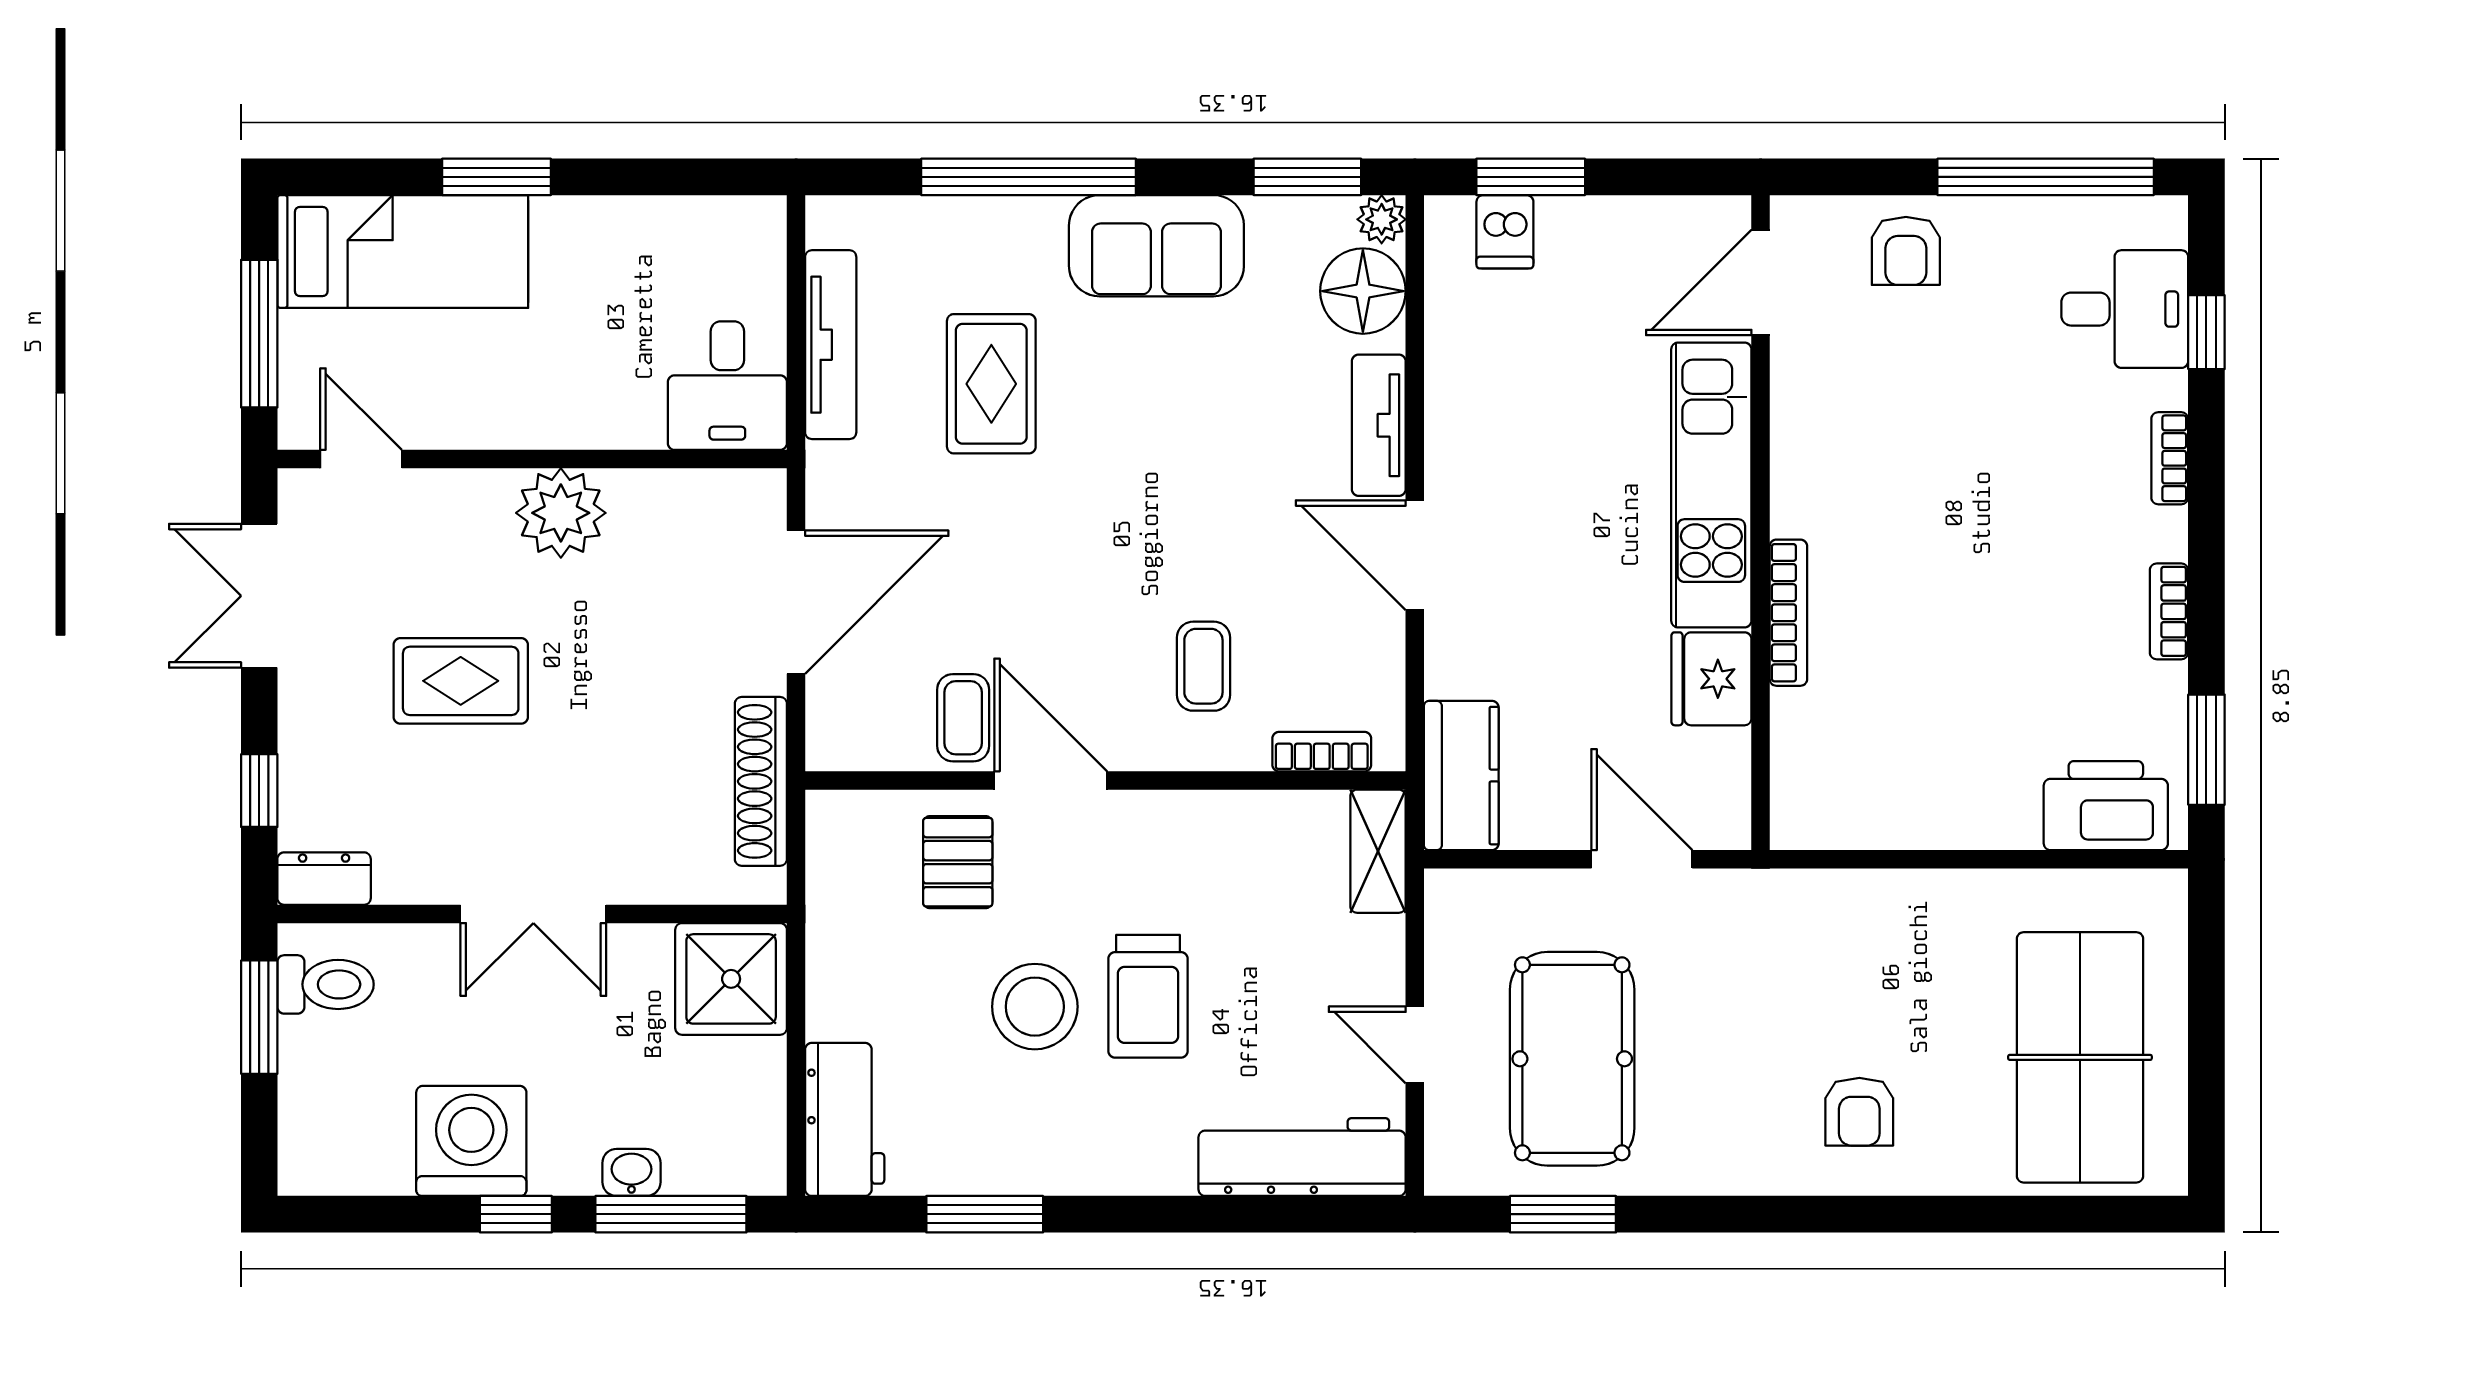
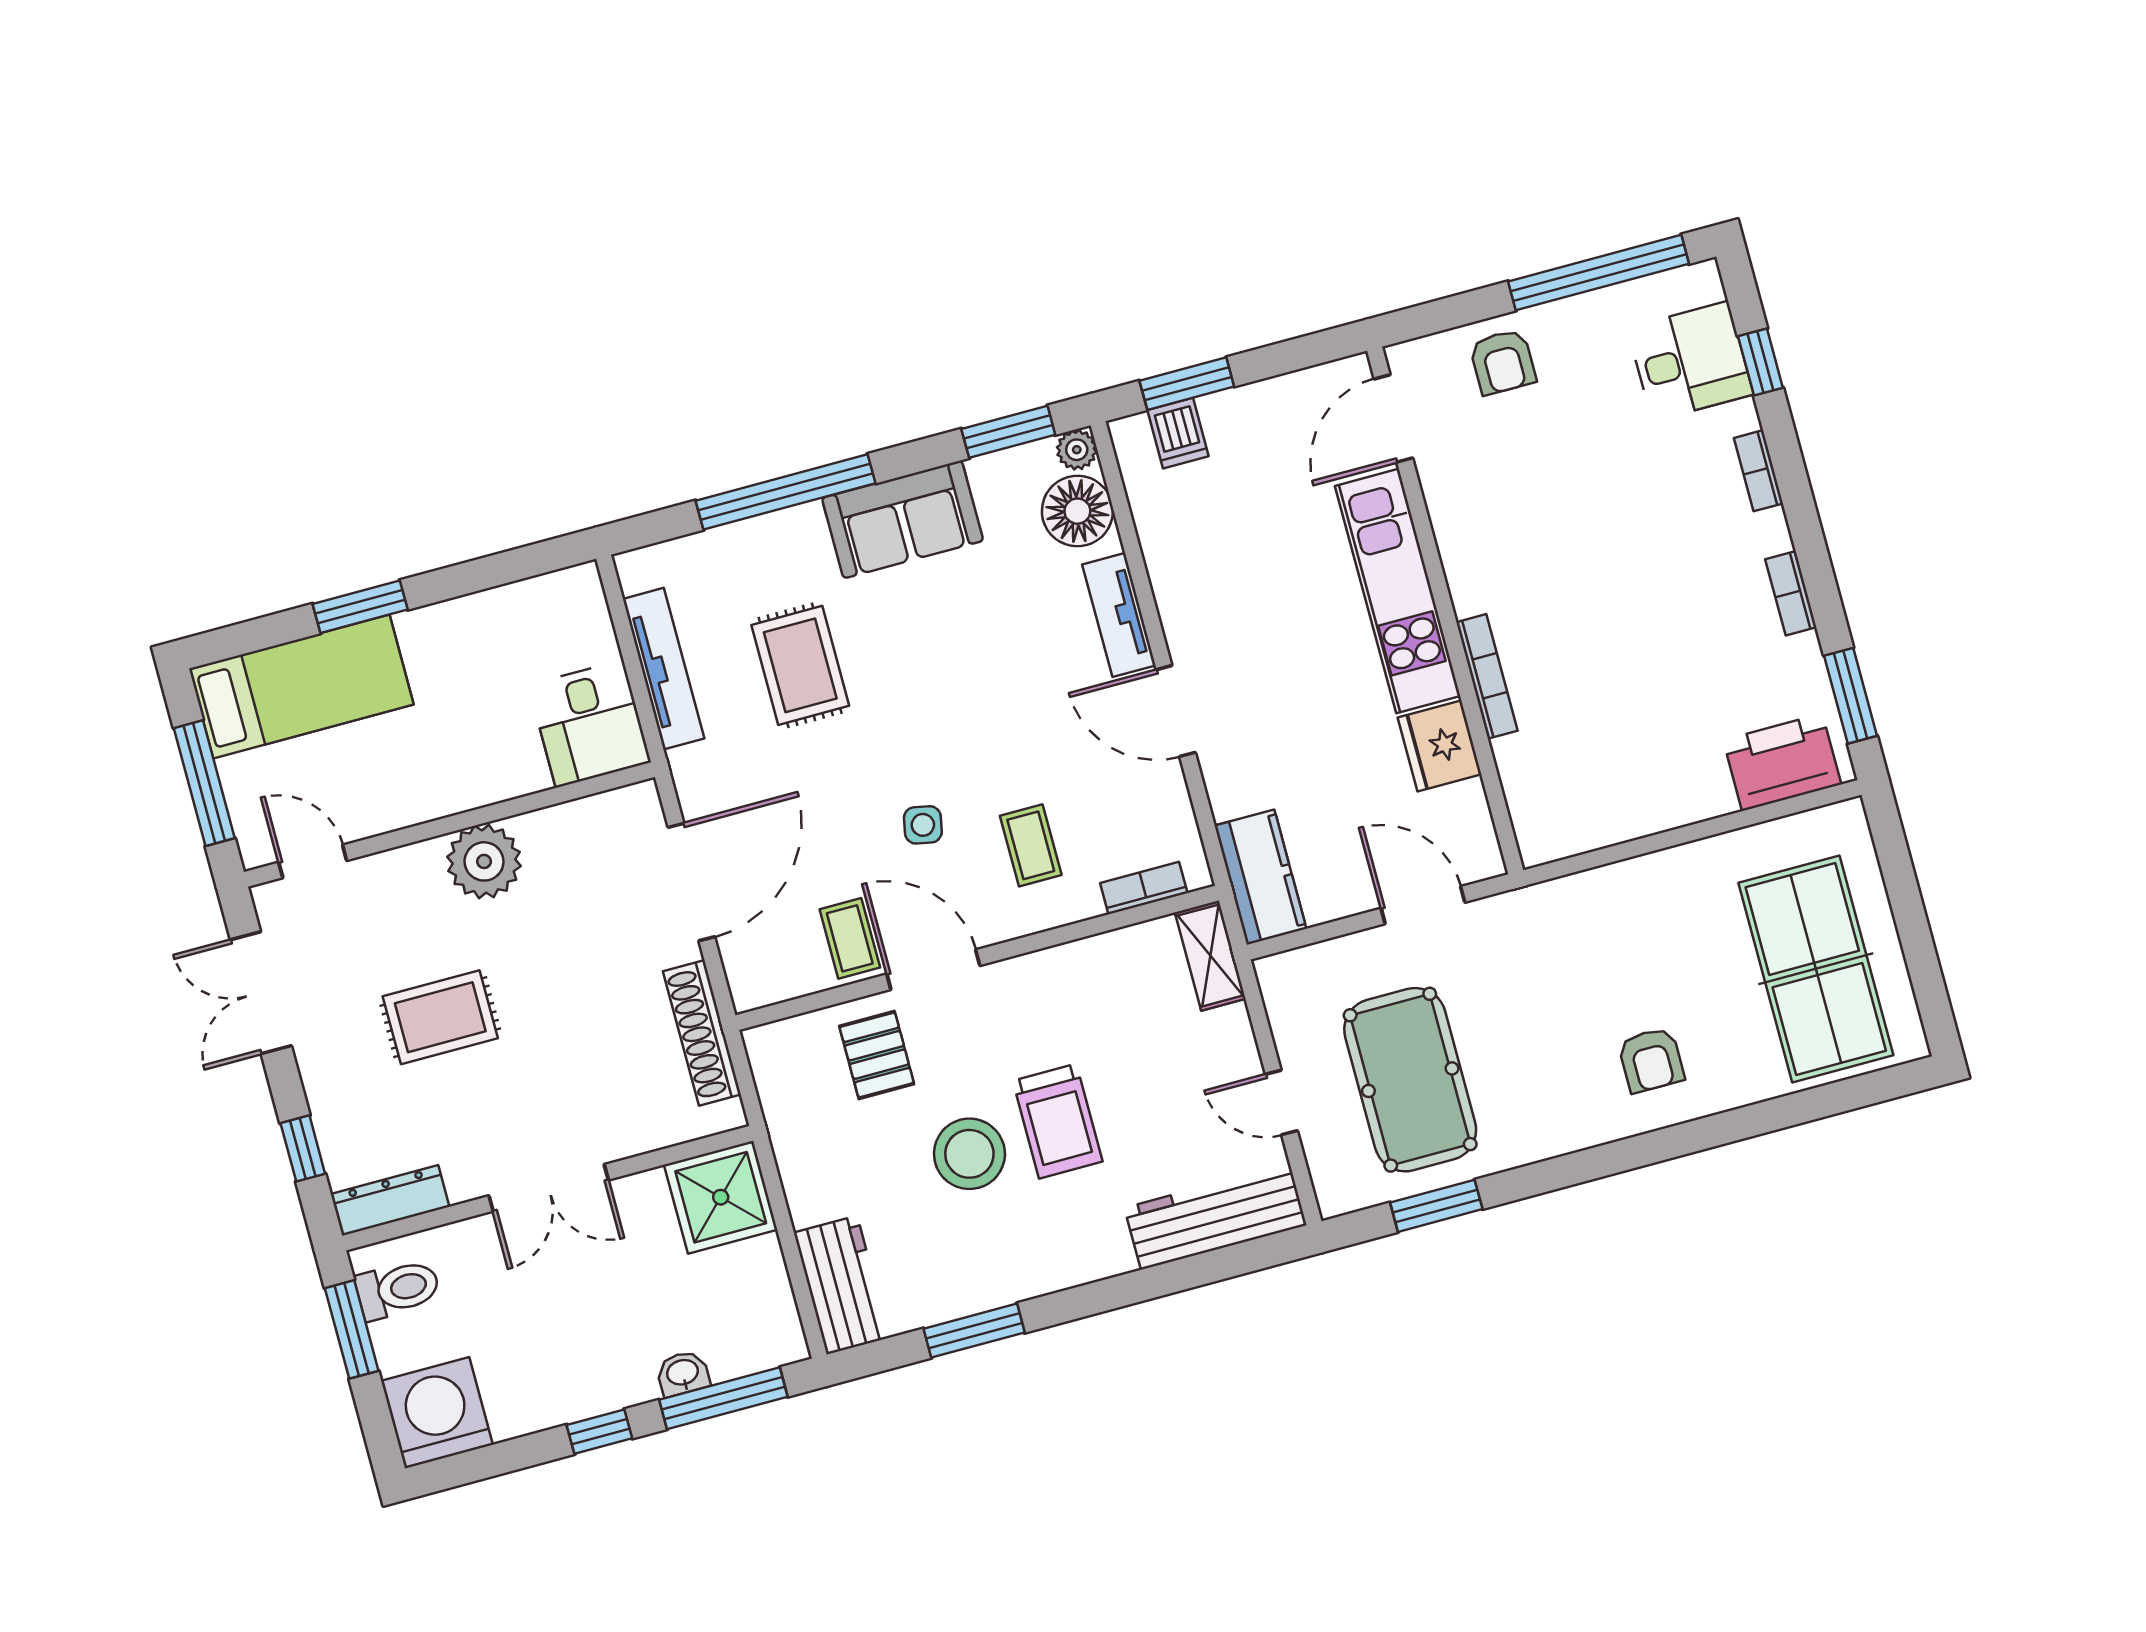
side table: (1084, 608) -> (923, 825), added
dresser: (324, 879) -> (390, 1200), width x1.44
washing machine: (471, 1141) -> (437, 1413), moved

